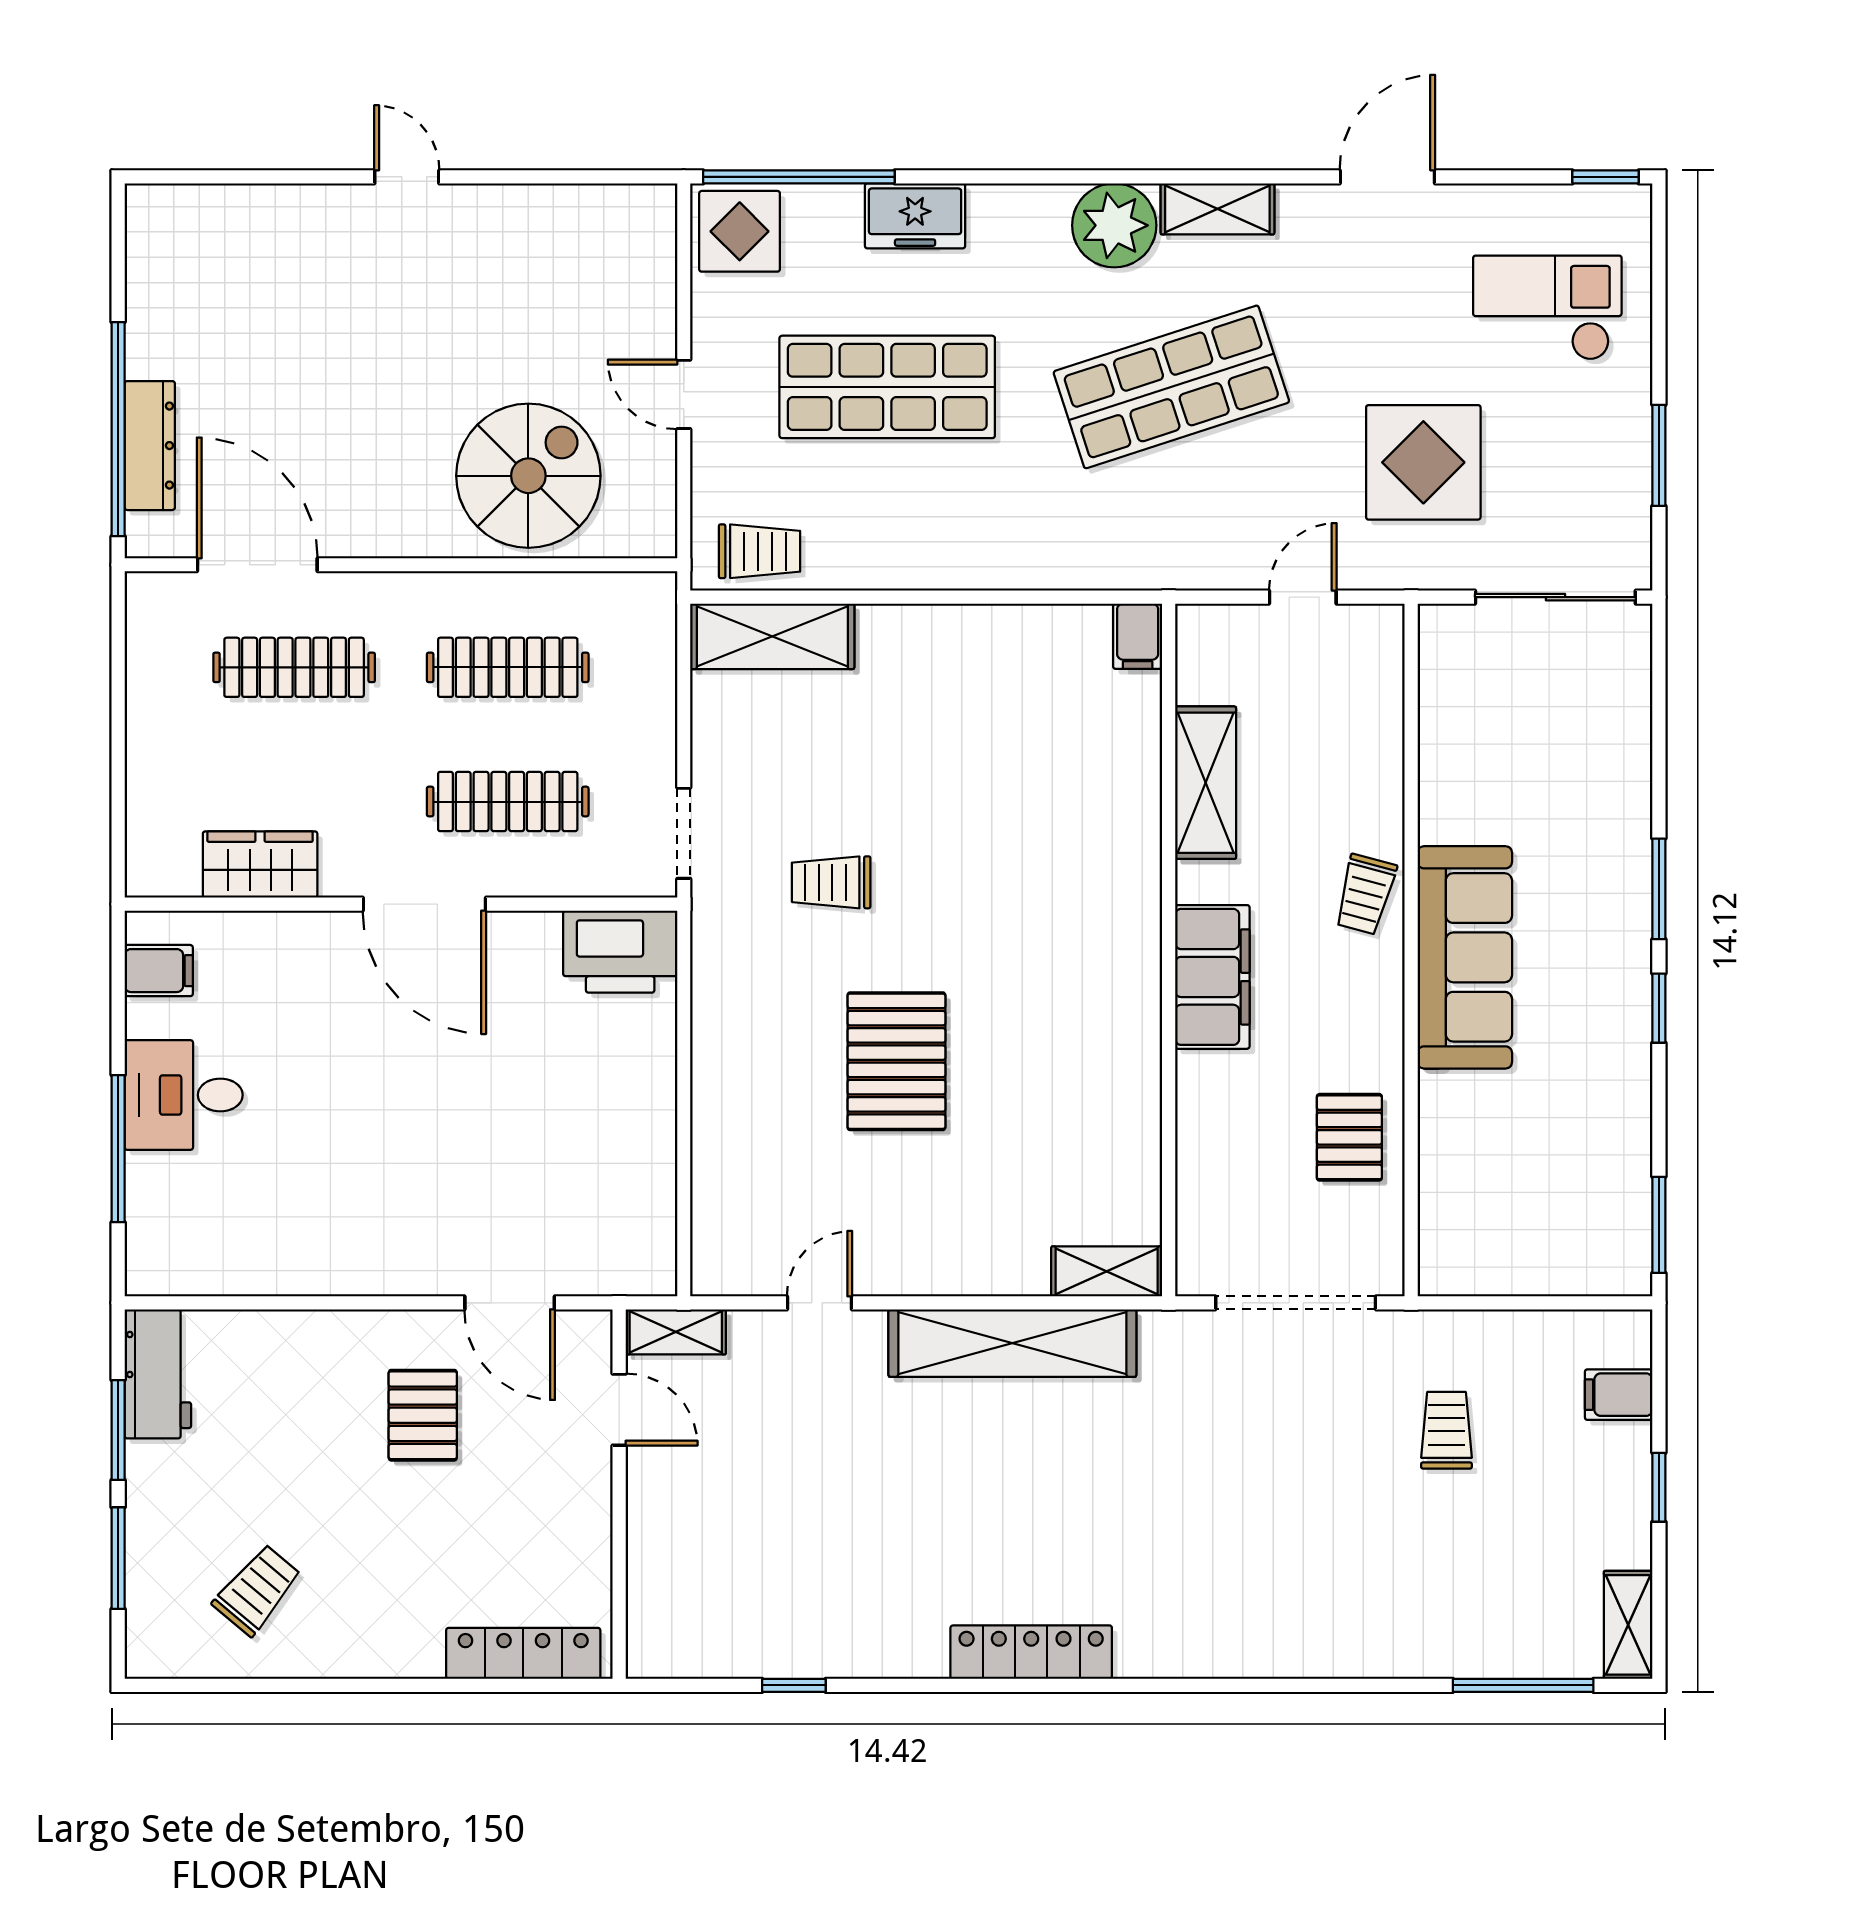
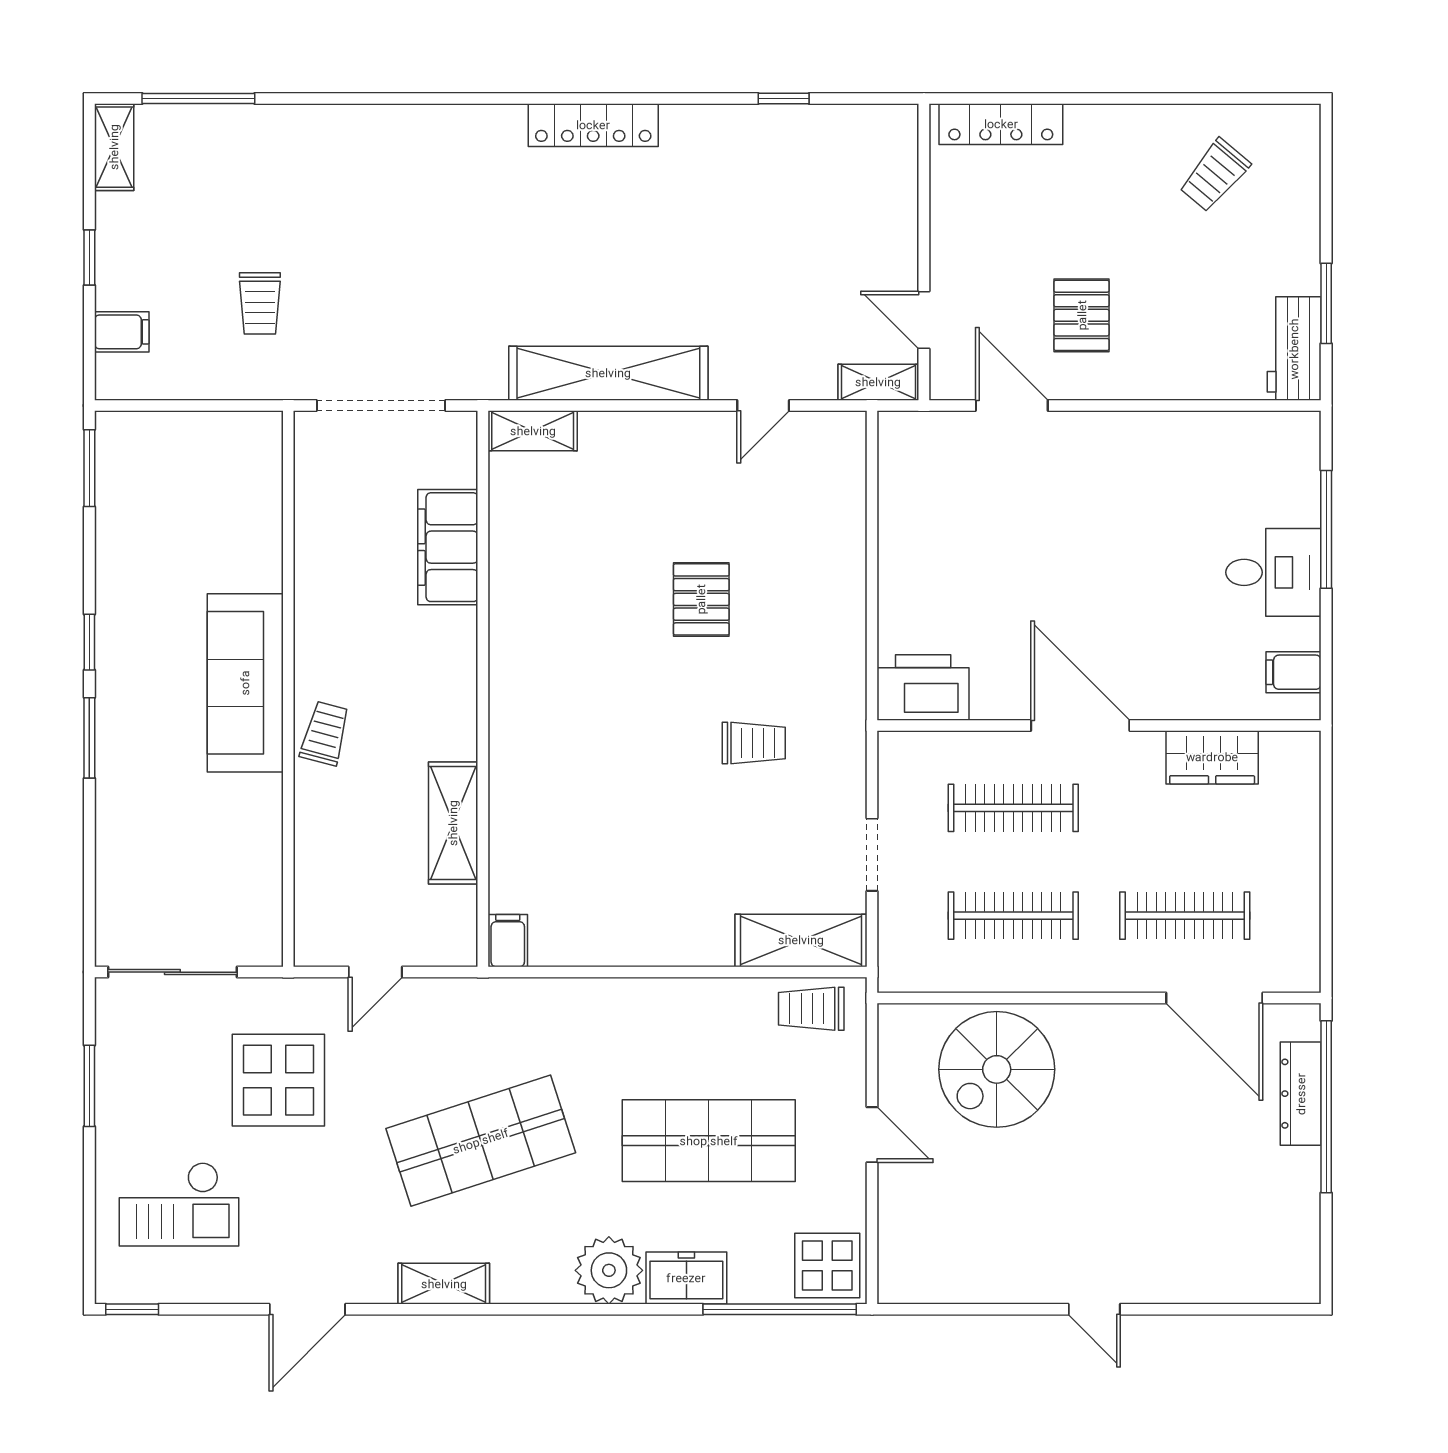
plant: (1114, 225) -> (609, 1270), moved
doorway: (684, 833) -> (872, 855), moved
filing cabinet: (1212, 977) -> (448, 547), moved
pallet: (896, 1061) -> (701, 599), width x0.67, depth x0.71
pallet: (1349, 1137) -> (338, 538), removed
window: (118, 1558) -> (1326, 201), removed

